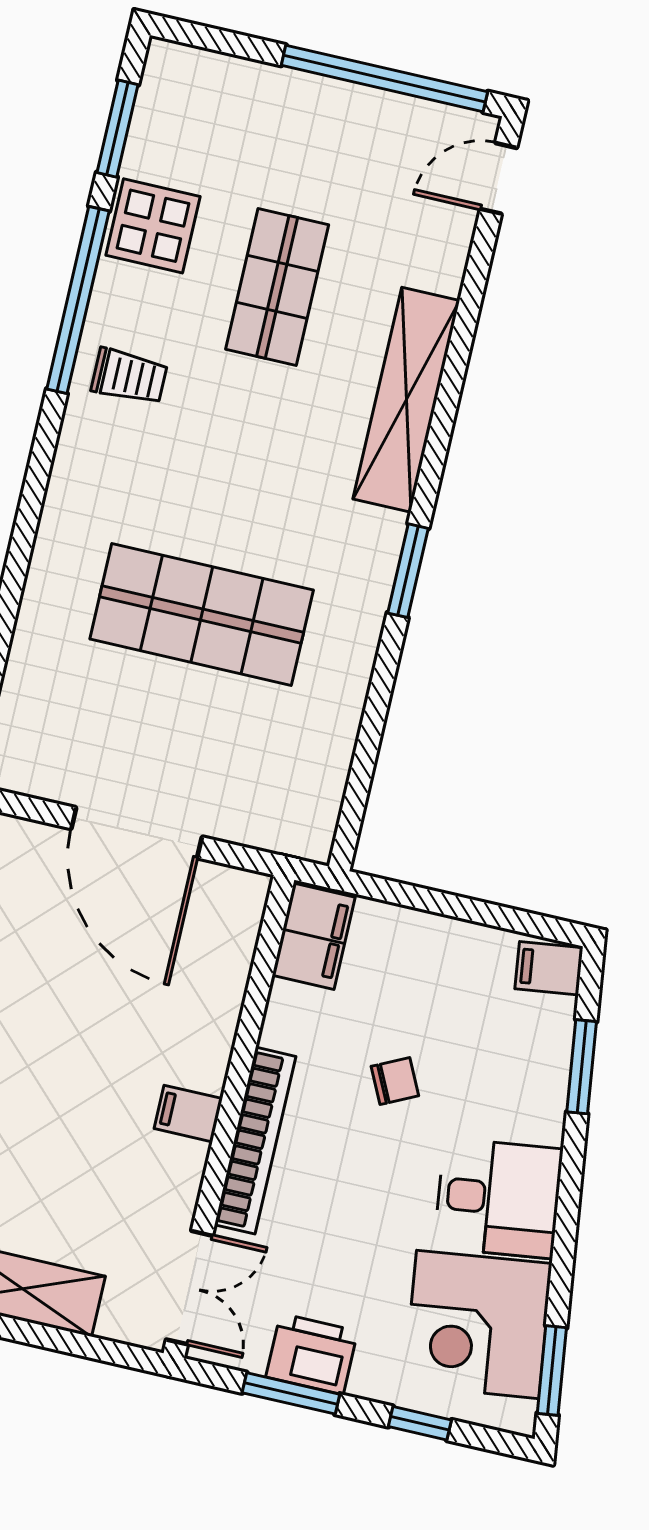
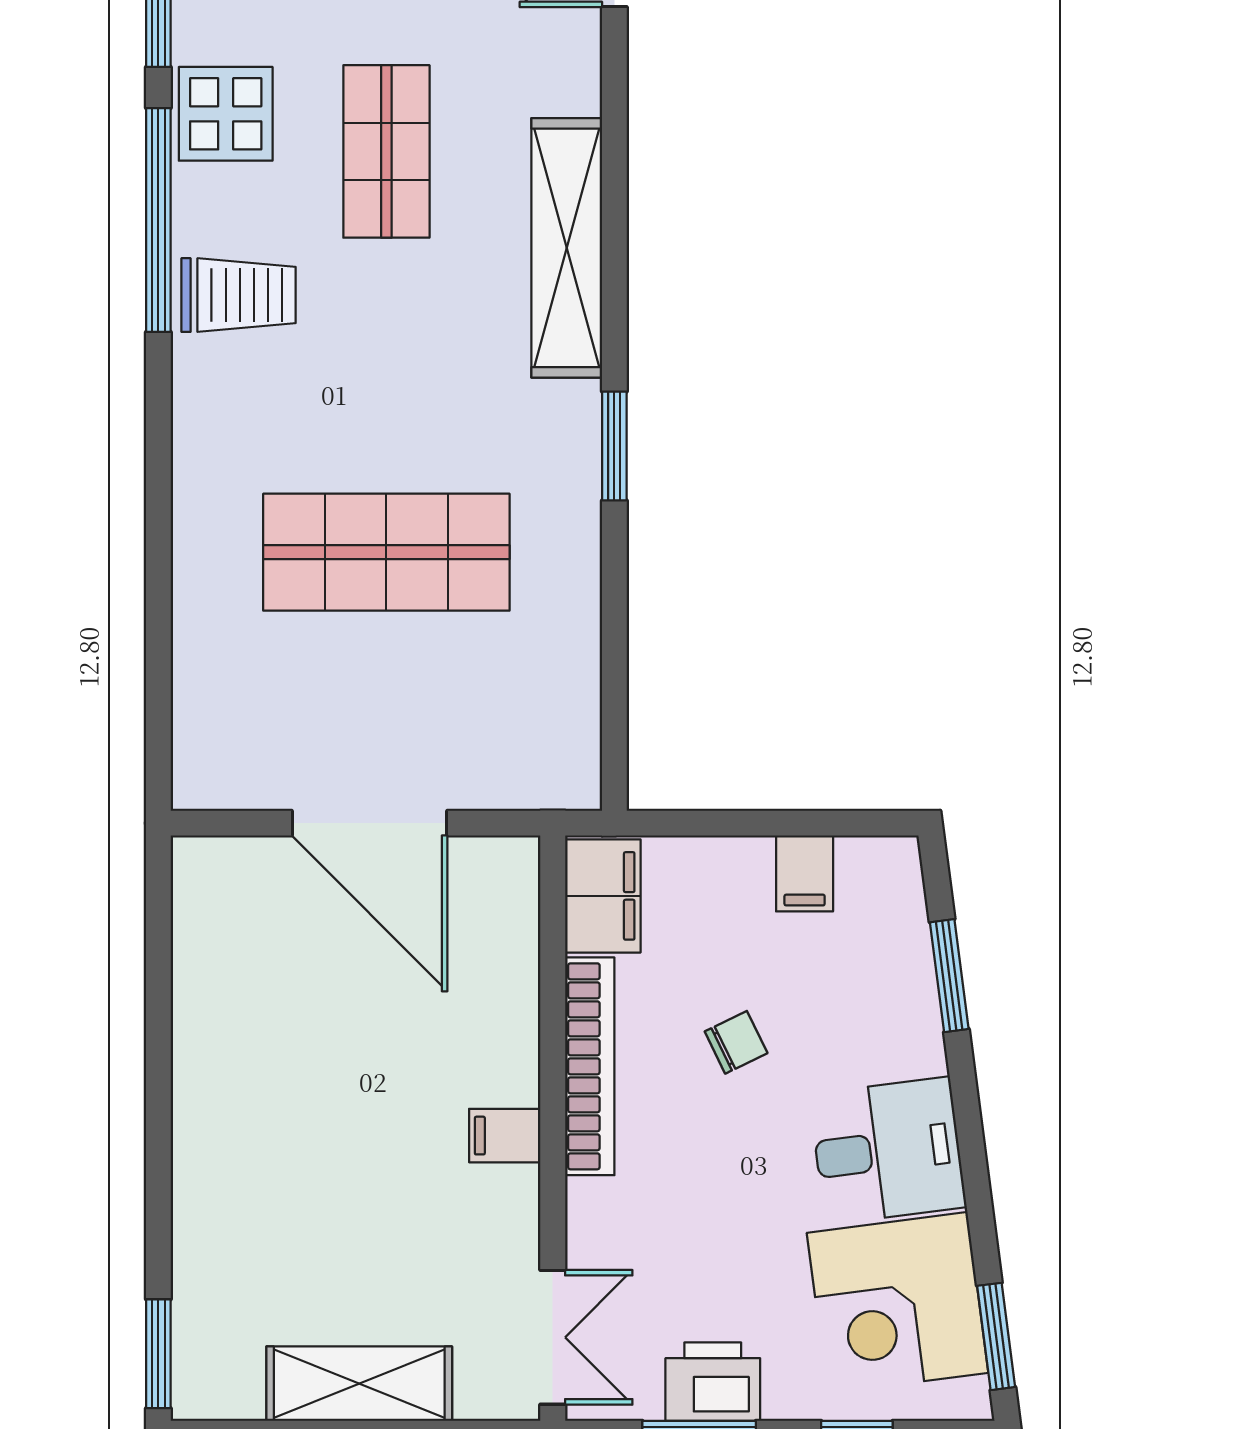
trolley: (129, 376) -> (239, 295), width x1.36, depth x1.39
filing cabinet: (549, 968) -> (805, 873), moved, turned -83
bookcase: (255, 1141) -> (590, 1066), moved

